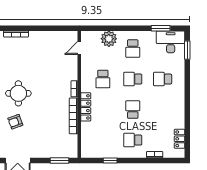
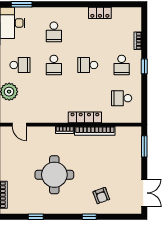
school desk: (103, 79) -> (122, 98), moved, turned 180
round table: (18, 93) -> (54, 175), moved, width x1.36, depth x1.36
locker: (180, 139) -> (100, 13), moved
window: (110, 160) -> (144, 66), moved

